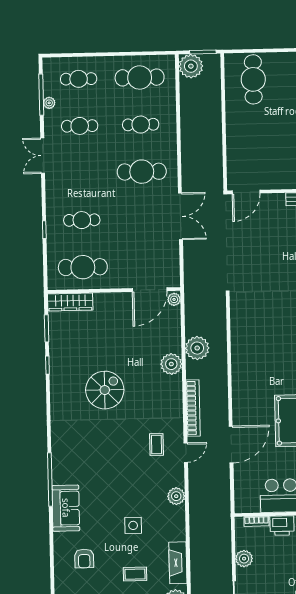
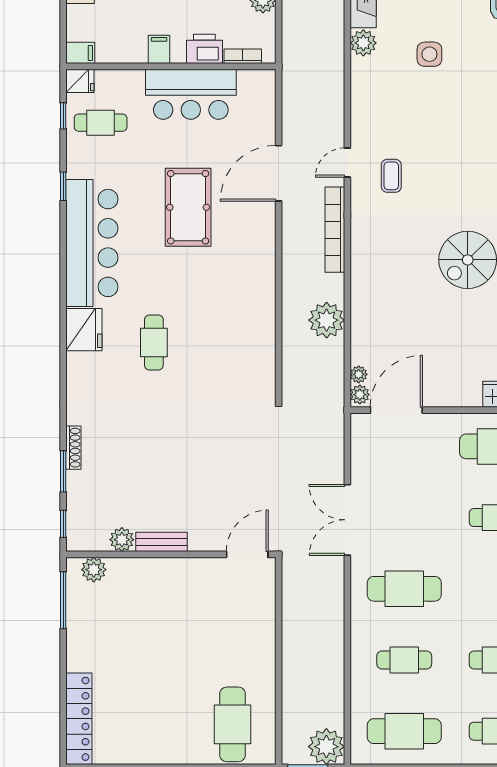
plant: (171, 364) -> (359, 374), moved, width x0.53, depth x0.53
plant: (176, 496) -> (363, 43), moved

